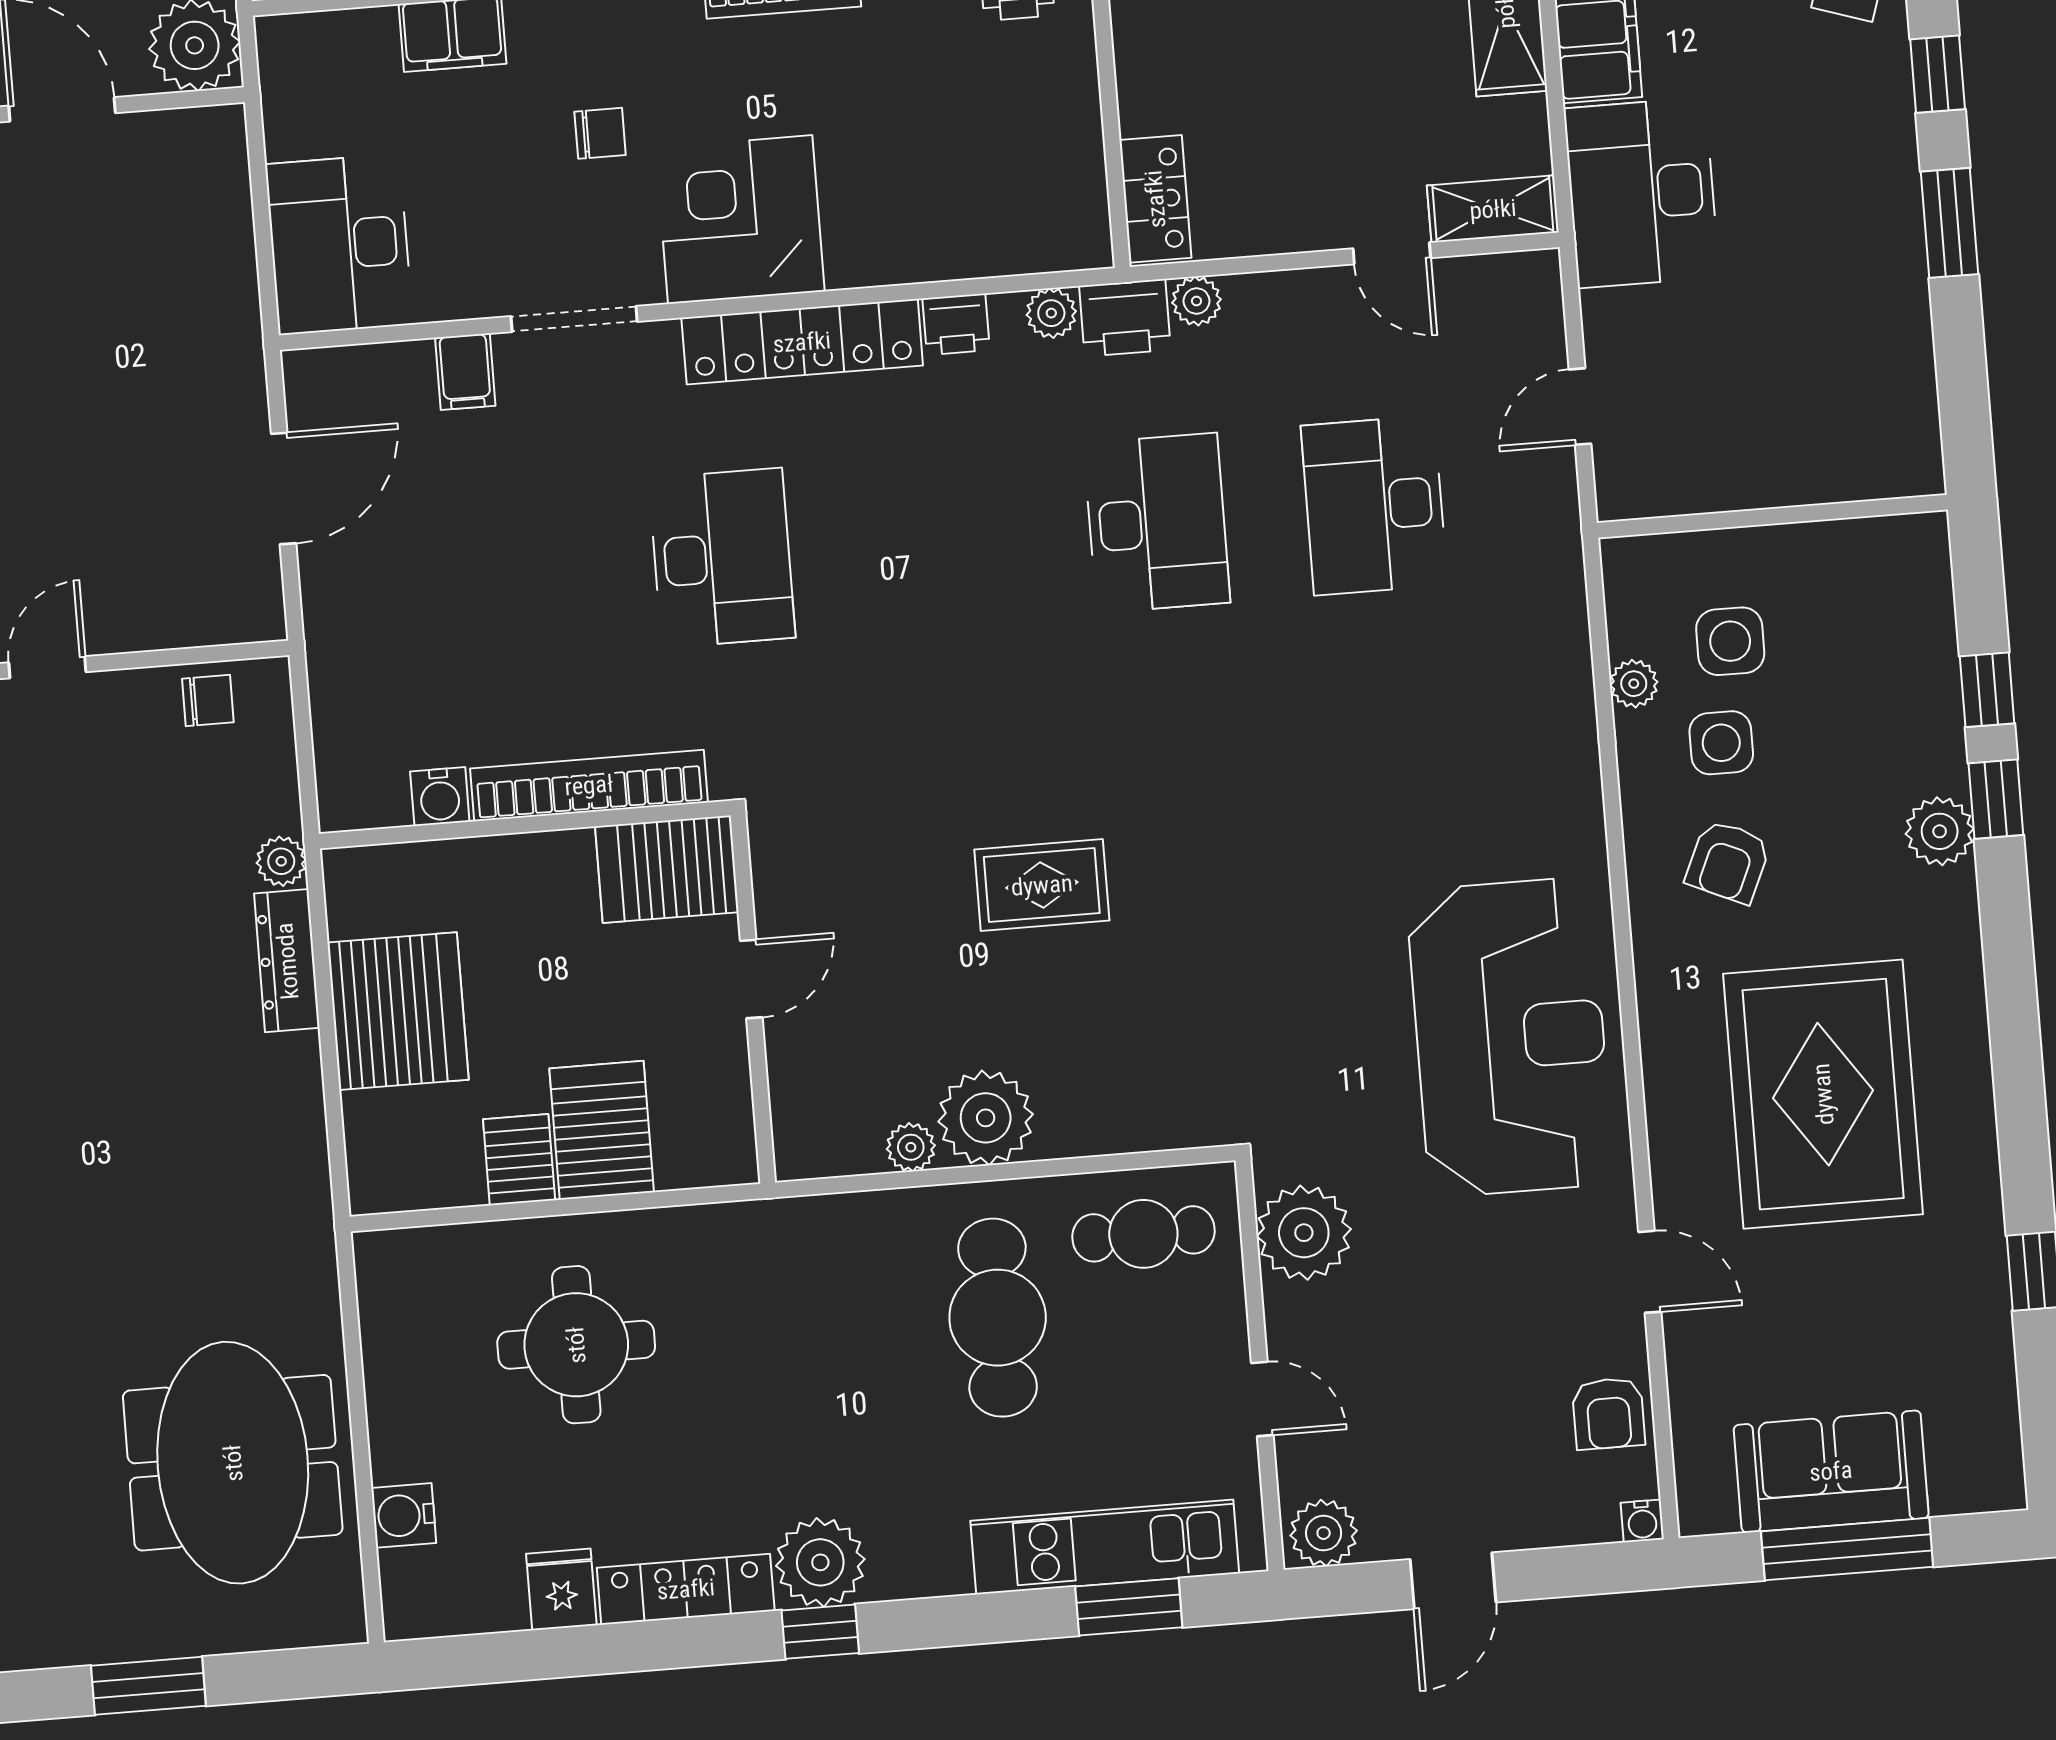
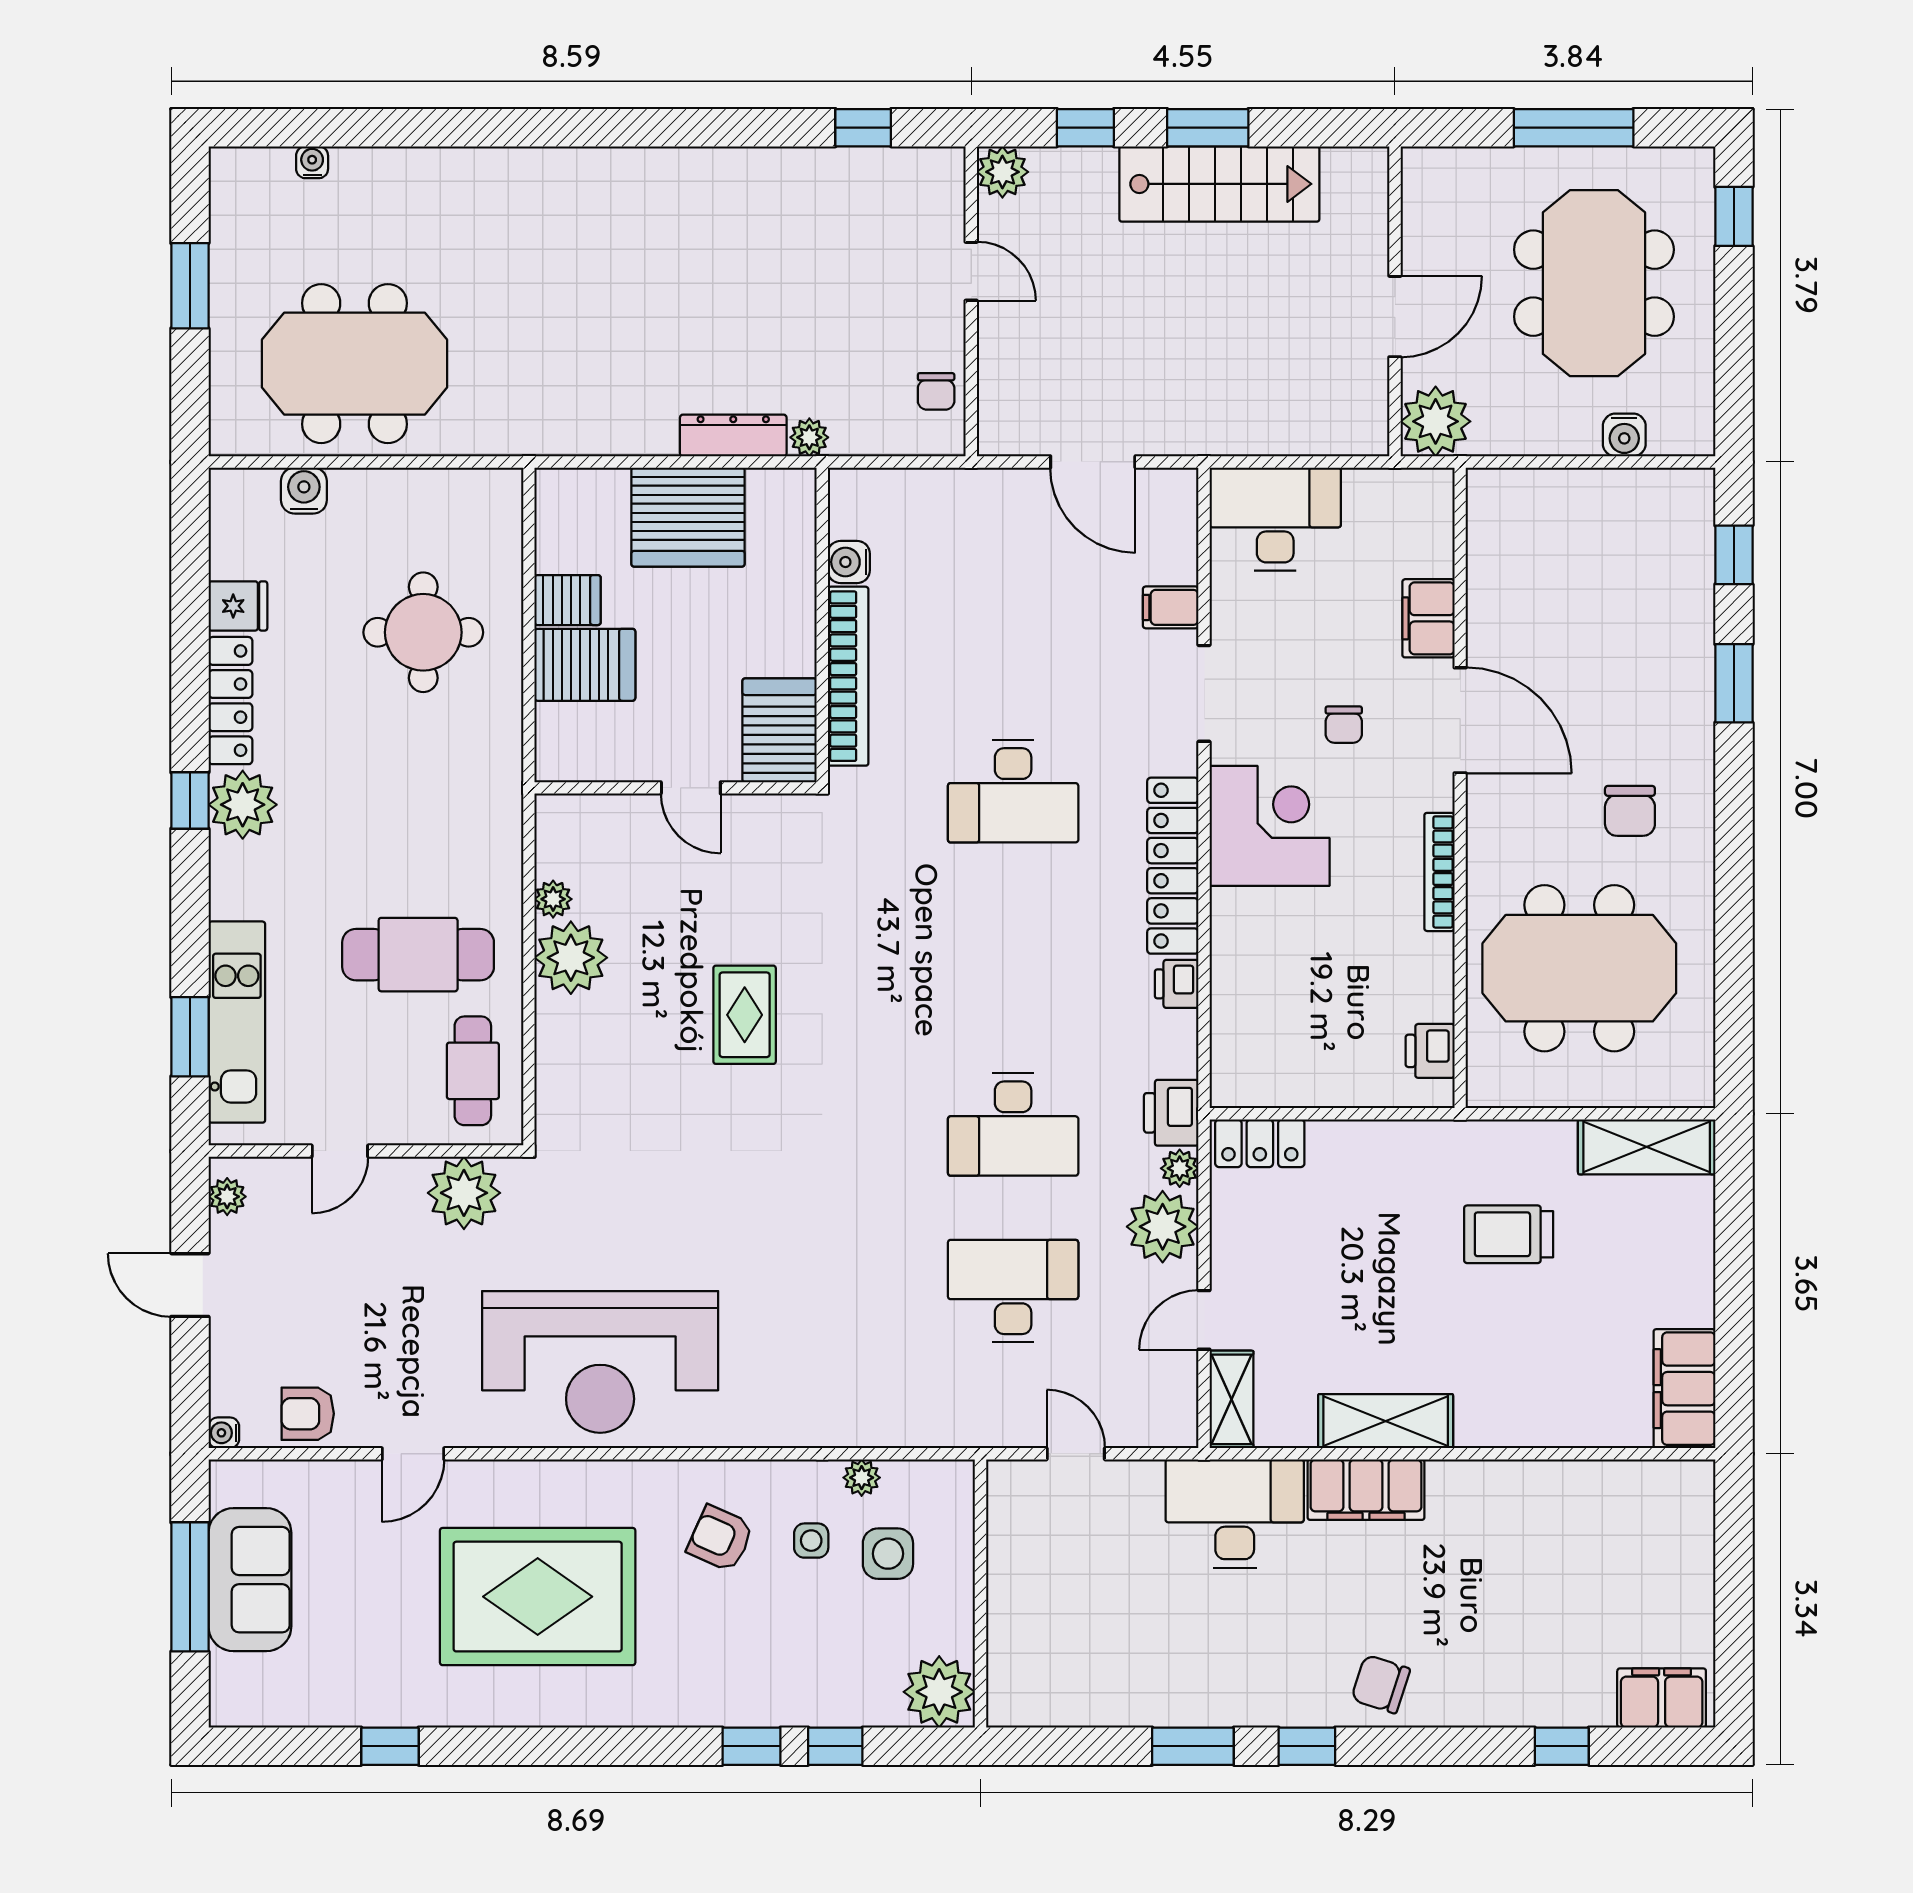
plant: (1051, 313) -> (1163, 1227), moved, width x1.88, depth x1.88
side table: (1721, 743) -> (811, 1541), width x0.73, depth x0.73
plant: (1940, 831) -> (939, 1692), moved, width x1.36, depth x1.36
plant: (1324, 1533) -> (227, 1197), width x0.73, depth x0.73

